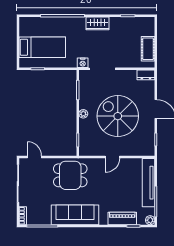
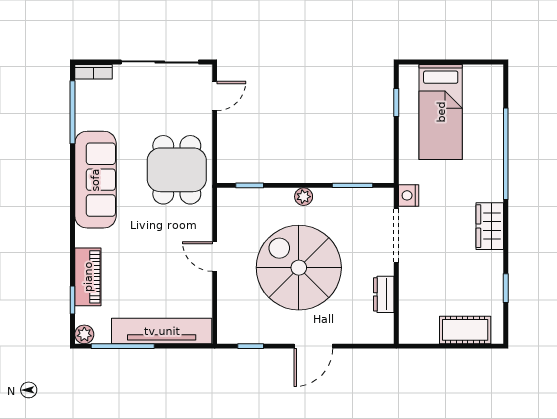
cot: (148, 49) -> (465, 330), moved
dresser: (146, 75) -> (384, 294), moved
spiral stairs: (118, 116) -> (299, 268), turned -90

